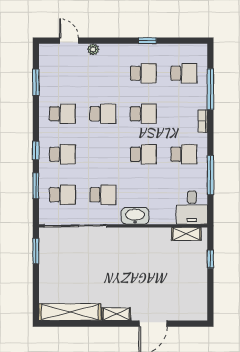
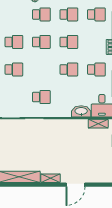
school desk: (62, 195) -> (41, 14), moved
washbasin: (135, 216) -> (81, 111), moved

